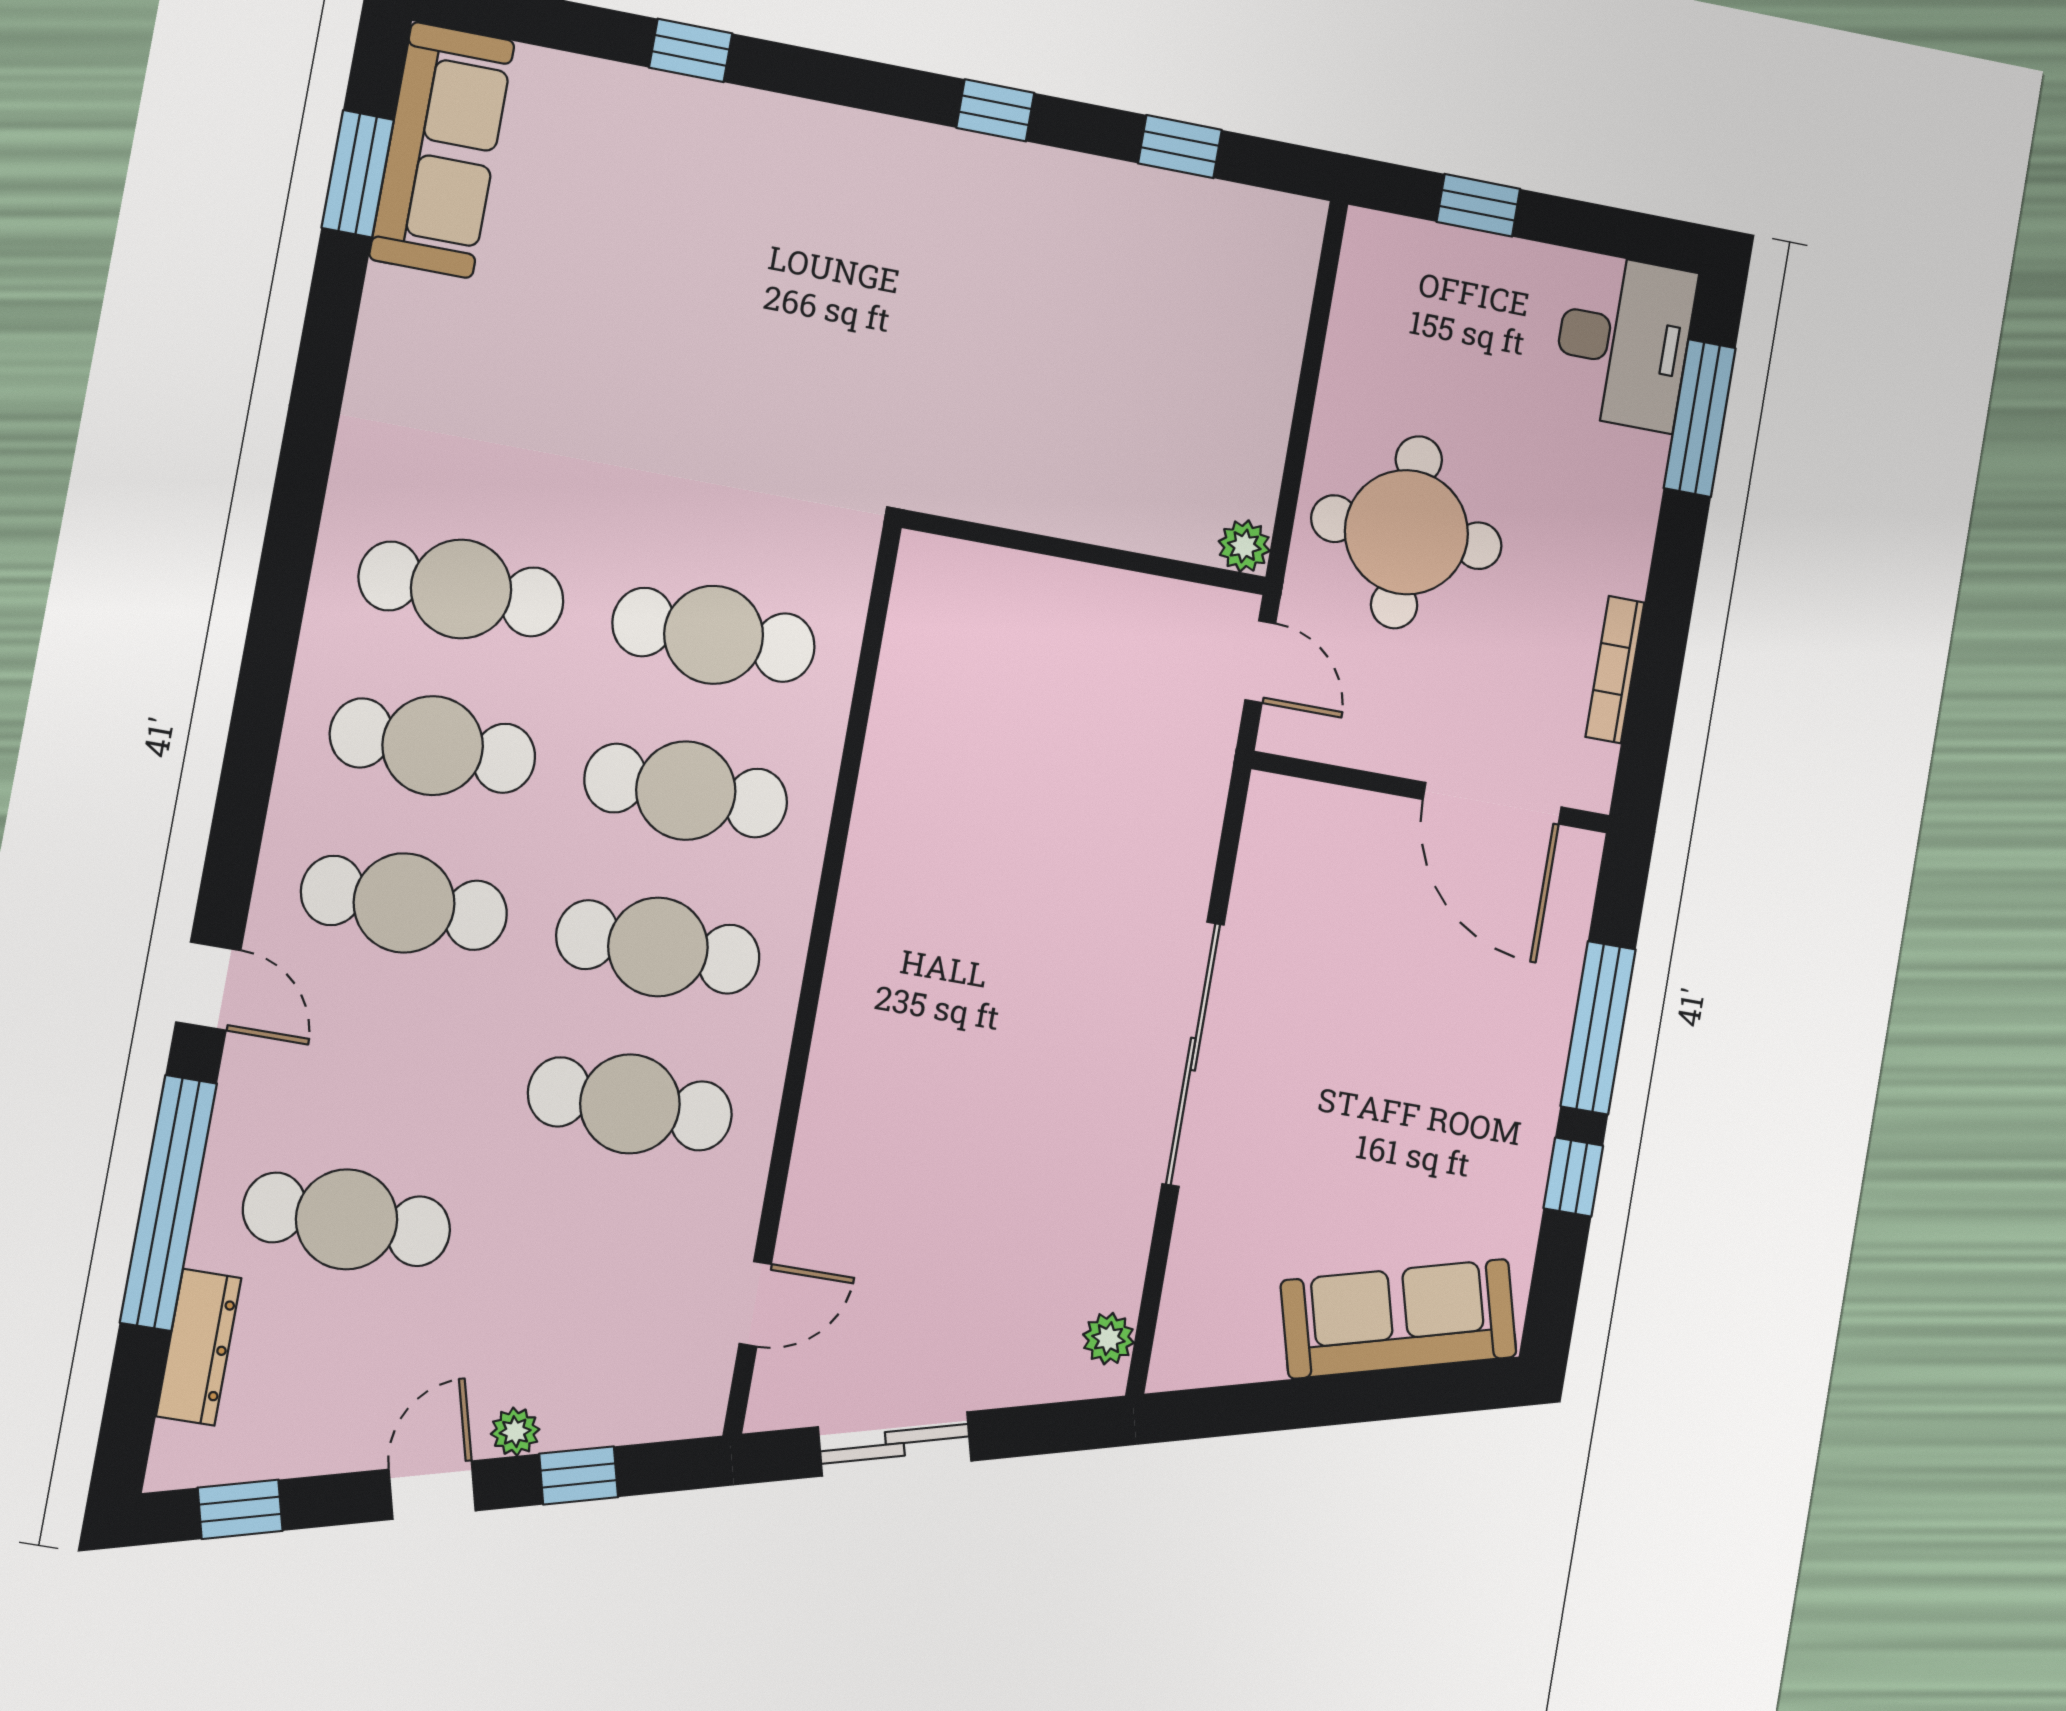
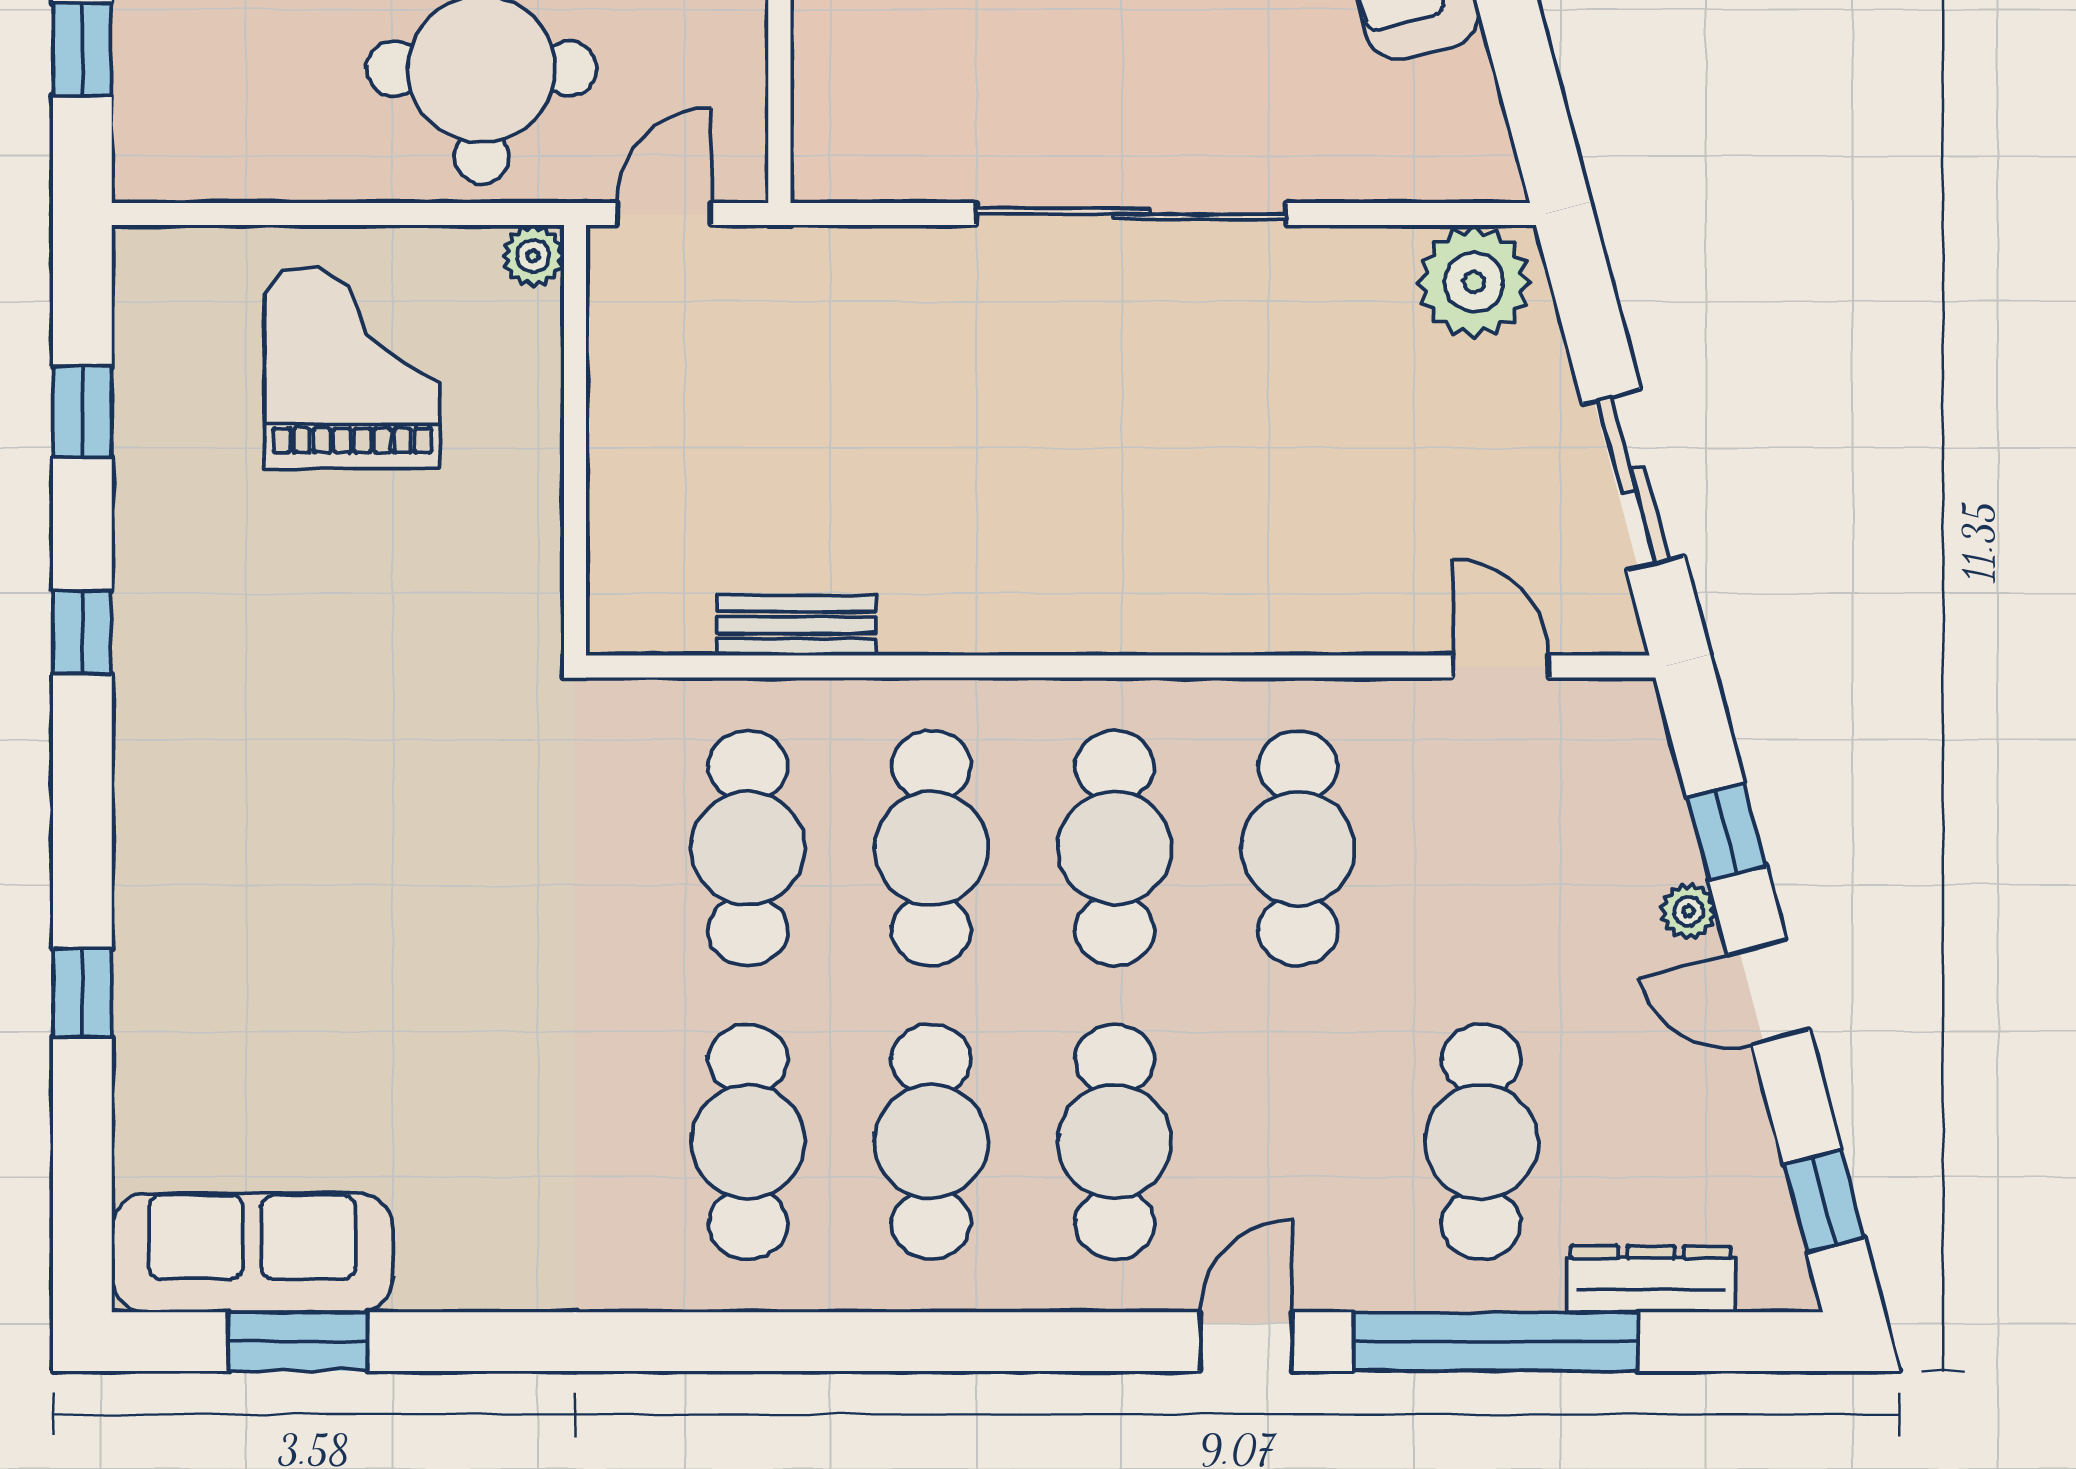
grand piano: (1178, 378) -> (352, 367), added
bench: (896, 711) -> (797, 625), added
plant: (1108, 1339) -> (1474, 282), width x1.87, depth x1.87

